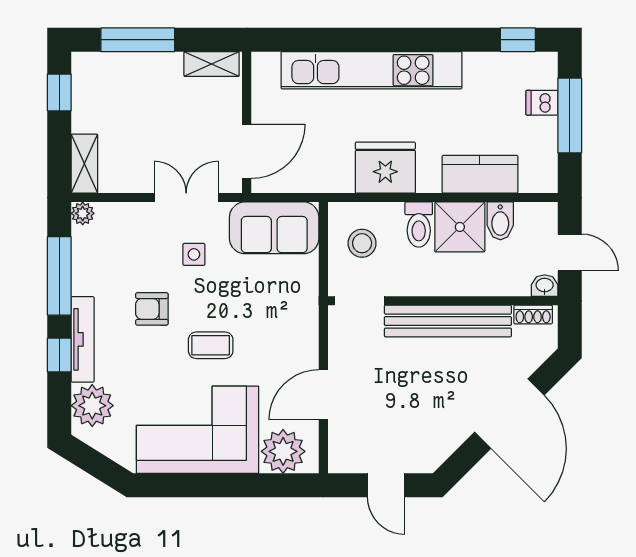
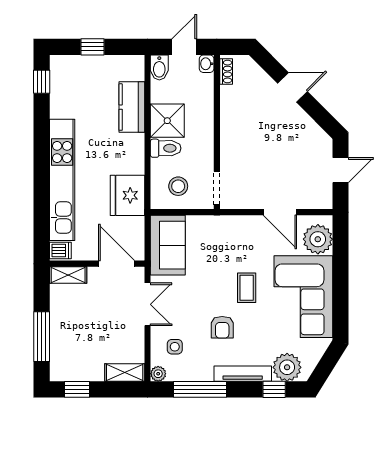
shelving: (212, 64) -> (68, 275), moved, turned 90
dishwasher: (542, 103) -> (60, 250), moved, turned -90
window: (570, 116) -> (92, 47), width x0.46
fridge: (385, 168) -> (127, 195), moved
double door: (186, 198) -> (148, 304), swing flipped
bidet: (500, 221) -> (159, 68), moved, turned 90
side table: (194, 254) -> (175, 347), moved
bench: (448, 321) -> (230, 129), removed
window: (59, 355) -> (274, 389), moved
door: (509, 414) -> (292, 87), width x0.53

